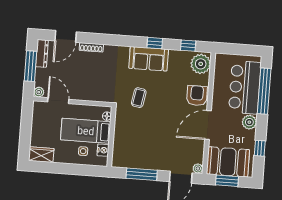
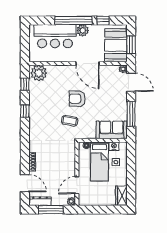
sofa: (149, 59) -> (112, 130), moved, turned -90
window: (264, 91) -> (73, 20), moved
armchair: (197, 96) -> (77, 99), moved

